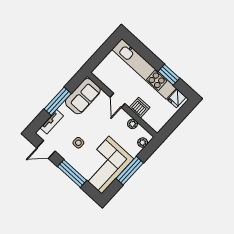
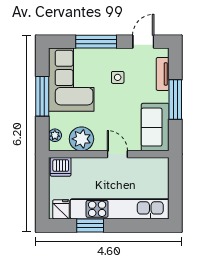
dishwasher: (140, 108) -> (61, 167), moved
plant: (133, 124) -> (81, 139), width x1.87, depth x1.87

